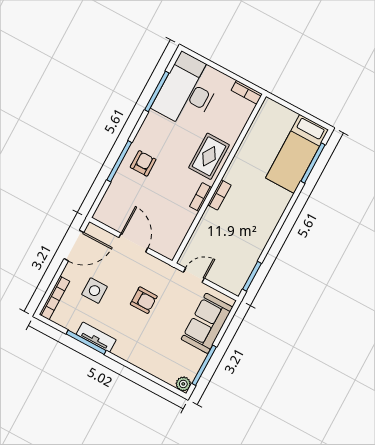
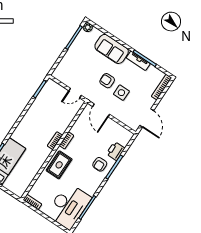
printer: (120, 187) -> (116, 151), added
door: (133, 243) -> (101, 110), moved
door: (74, 246) -> (147, 118), swing flipped
side table: (94, 291) -> (121, 93), moved
sofa: (207, 323) -> (112, 49), moved, turned 90

